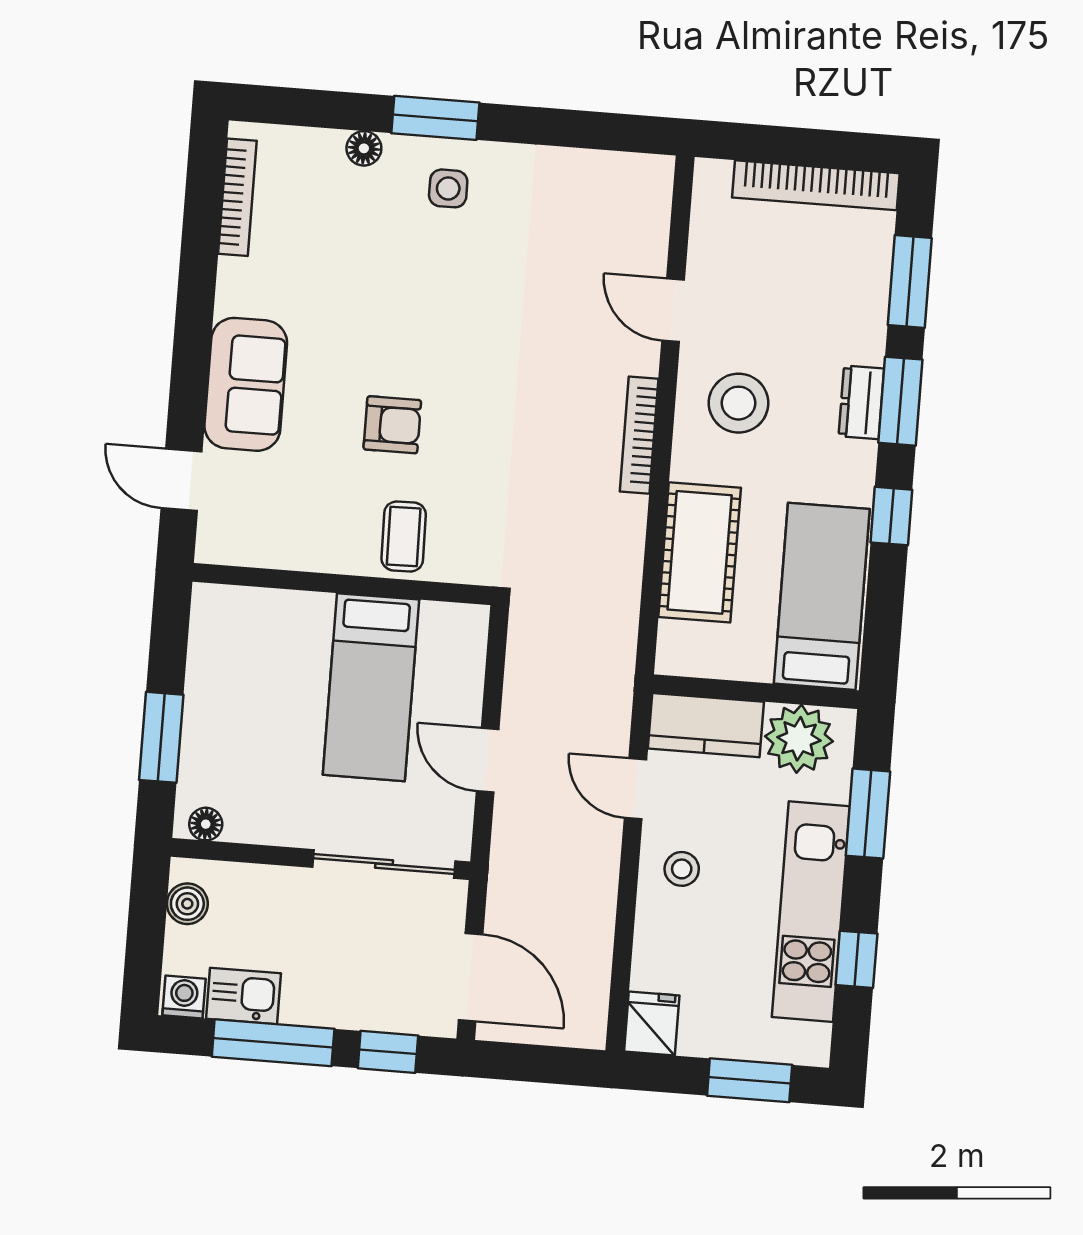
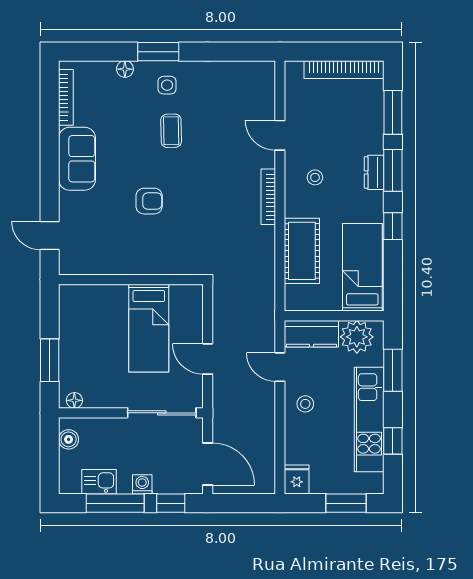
sofa: (246, 384) -> (77, 159), moved
stool: (739, 403) -> (315, 177), width x0.53, depth x0.53
coffee table: (404, 536) -> (171, 131), moved
washing machine: (184, 997) -> (142, 484), moved

